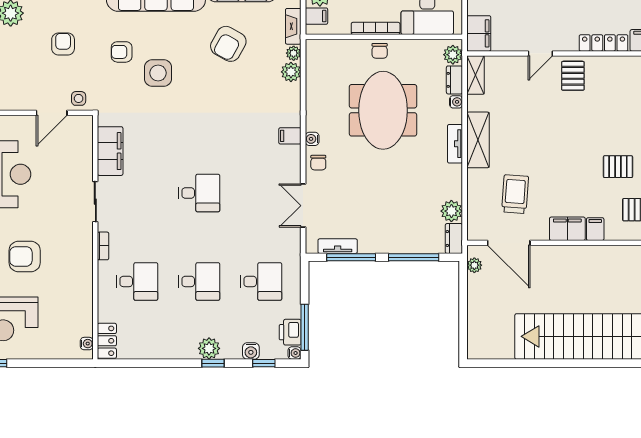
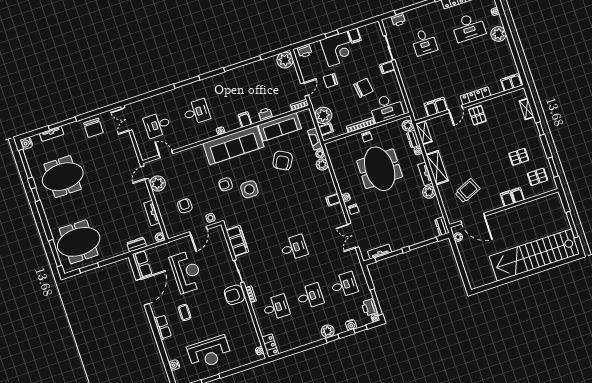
filing cabinet: (479, 33) -> (436, 107), moved, turned -90
locker: (604, 43) -> (475, 96), moved
armchair: (63, 44) -> (185, 206), moved
trolley: (515, 194) -> (467, 191), turned 62
plant: (451, 211) -> (429, 192), moved
filing cabinet: (567, 229) -> (507, 198), width x0.50
armchair: (25, 256) -> (234, 295), moved

